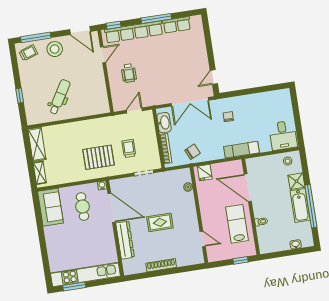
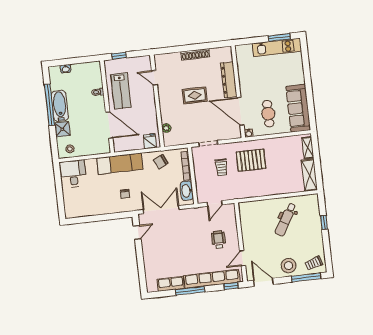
exam couch: (241, 150) -> (120, 164), width x1.36, depth x1.45
sofa: (50, 207) -> (298, 108), width x1.36
kitchen unit: (85, 275) -> (277, 47), width x0.73

